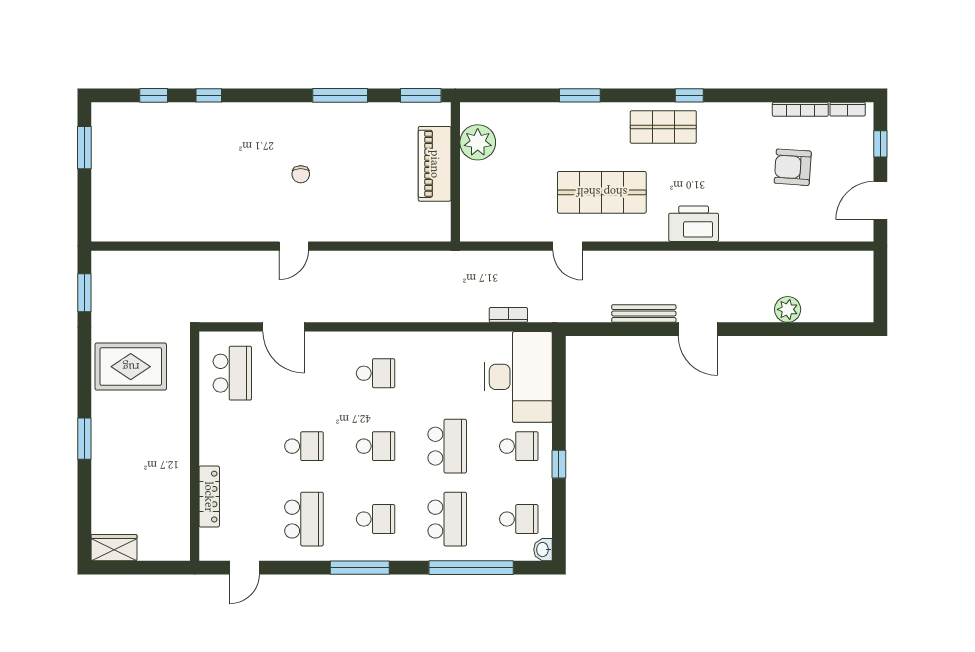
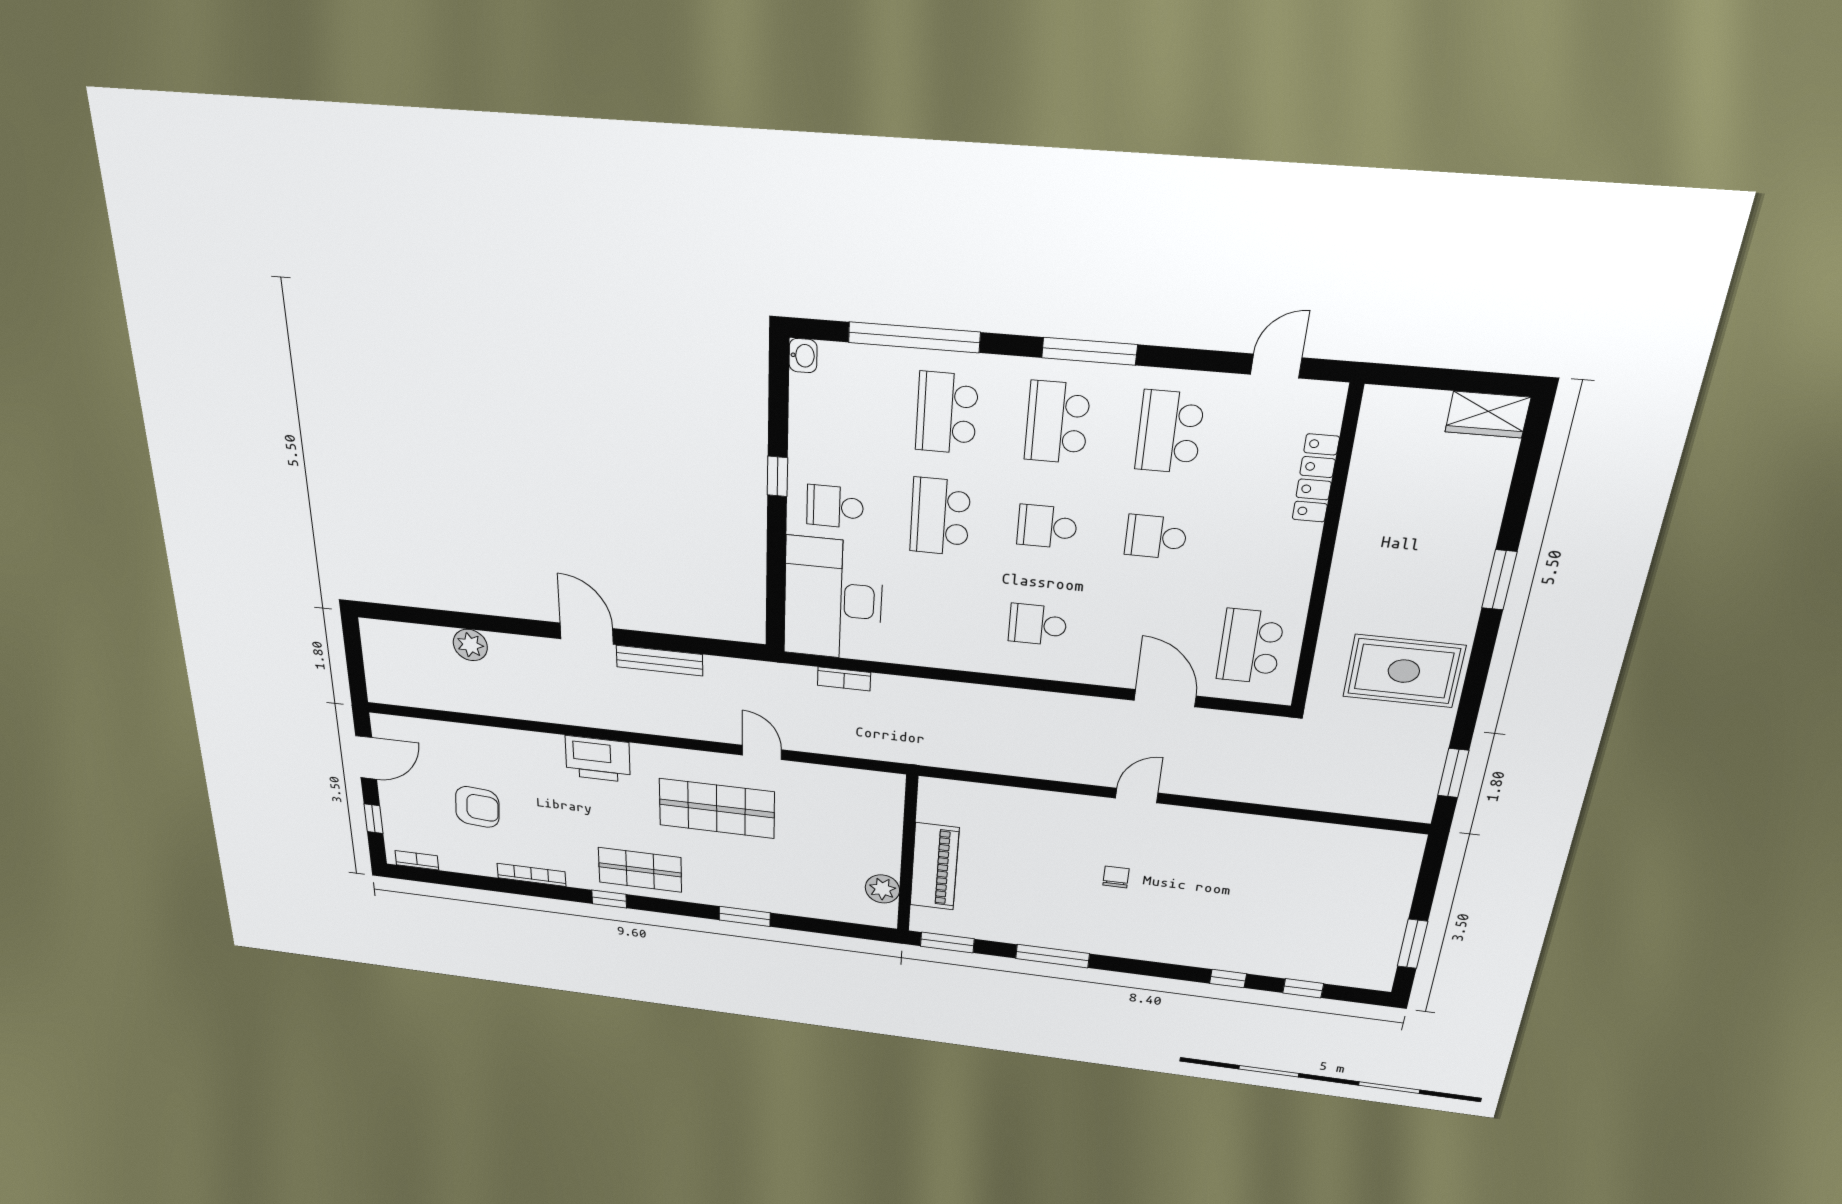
bookcase: (800, 109) -> (531, 875), moved
plant: (478, 142) -> (882, 889), width x0.73, depth x0.73
school desk: (376, 519) -> (1057, 422), width x1.85
school desk: (519, 519) -> (838, 404), removed

